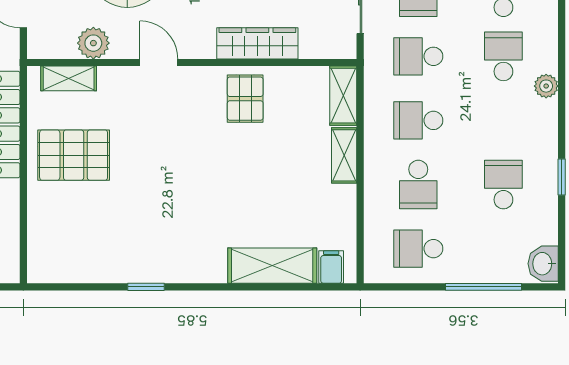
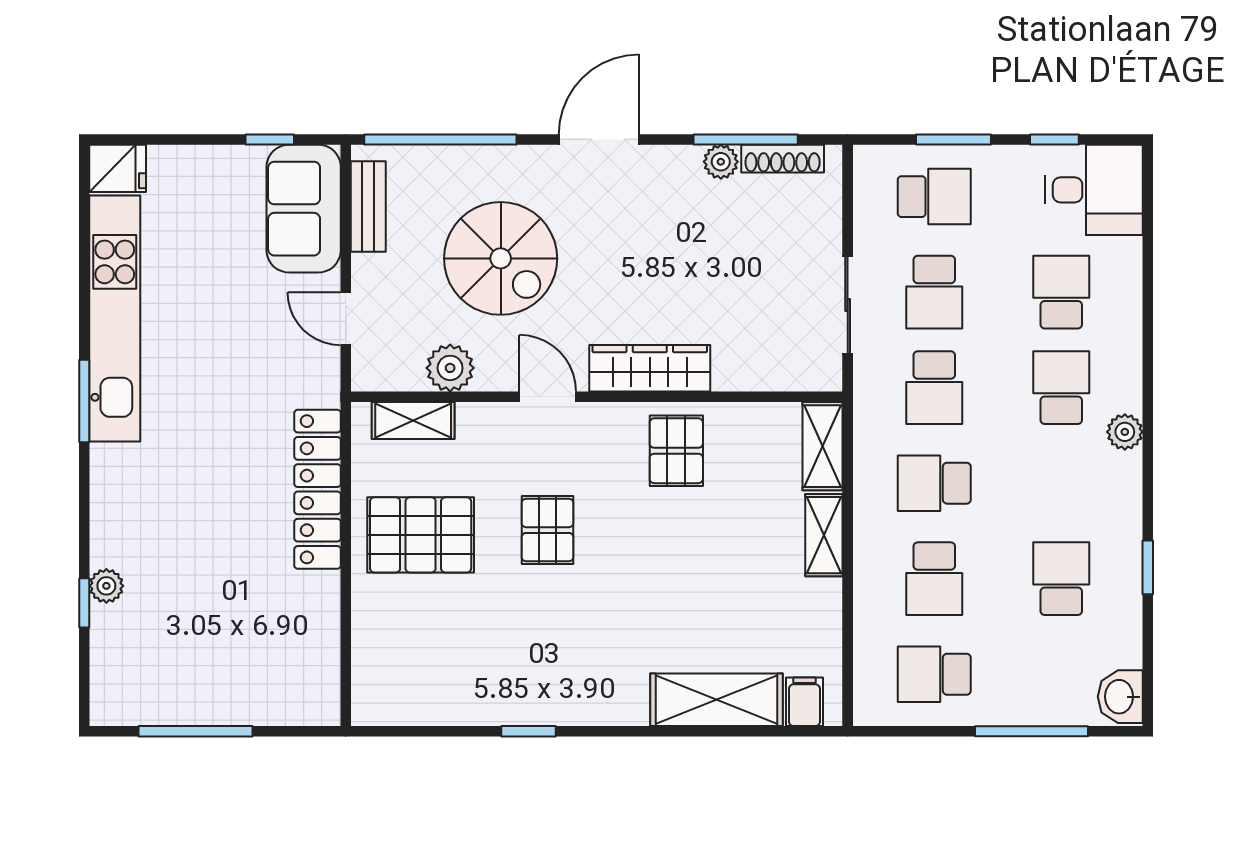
wardrobe: (257, 43) -> (650, 368), moved
school desk: (418, 56) -> (934, 388), turned -90
pallet: (159, 152) -> (547, 530), added

